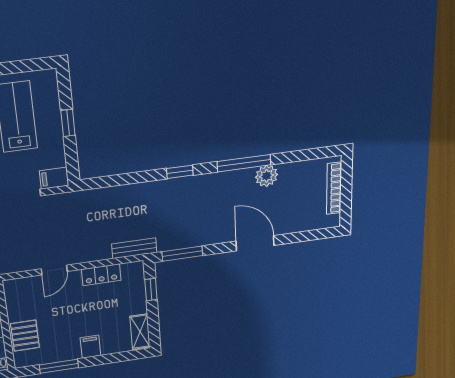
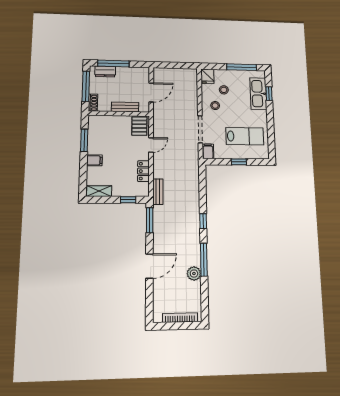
door: (54, 270) -> (151, 145), swing flipped
pallet: (25, 336) -> (139, 126), moved, turned 90

